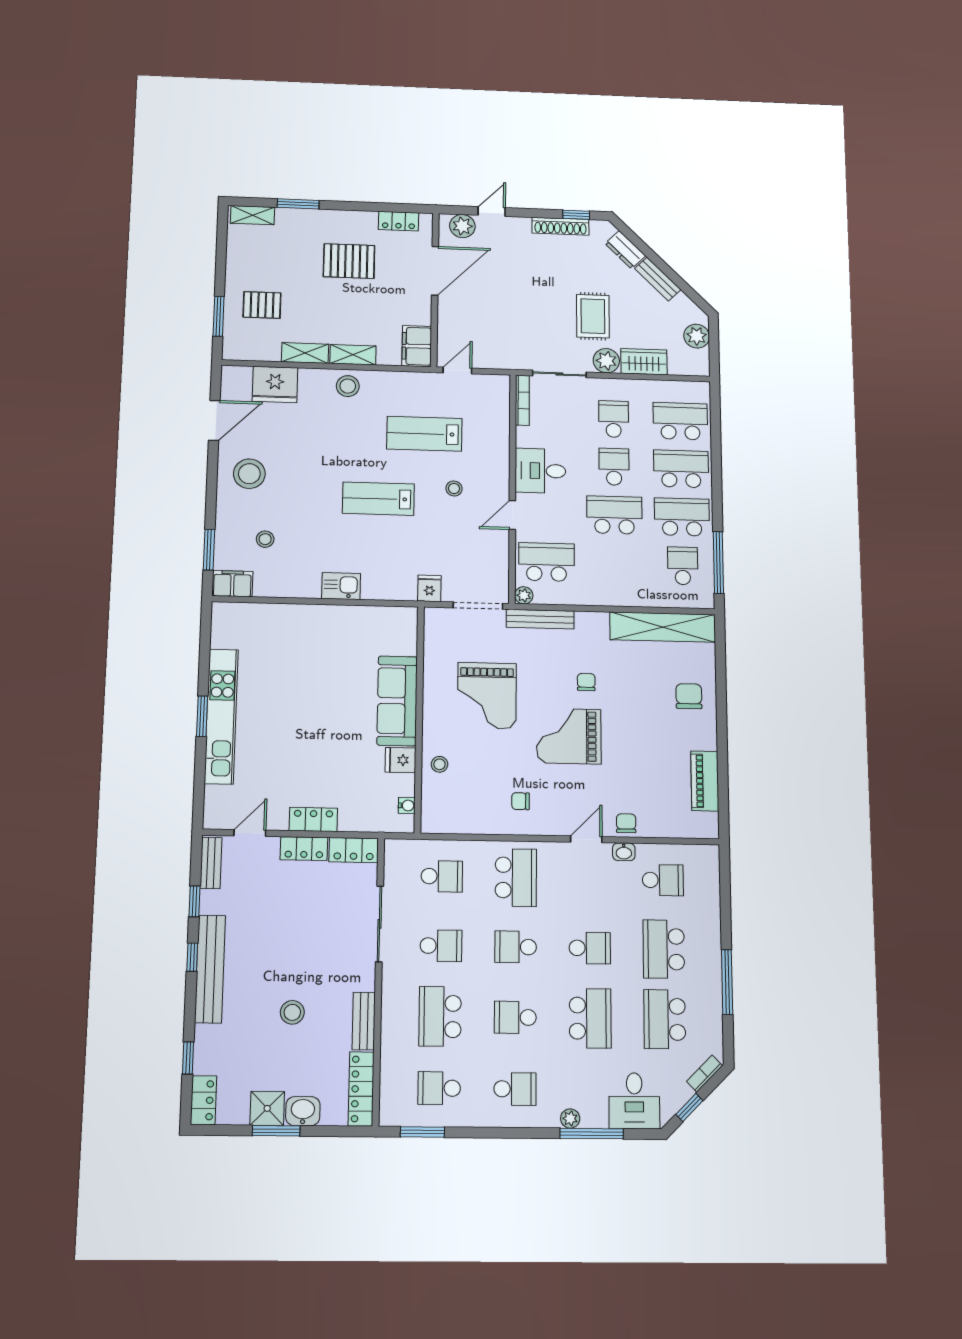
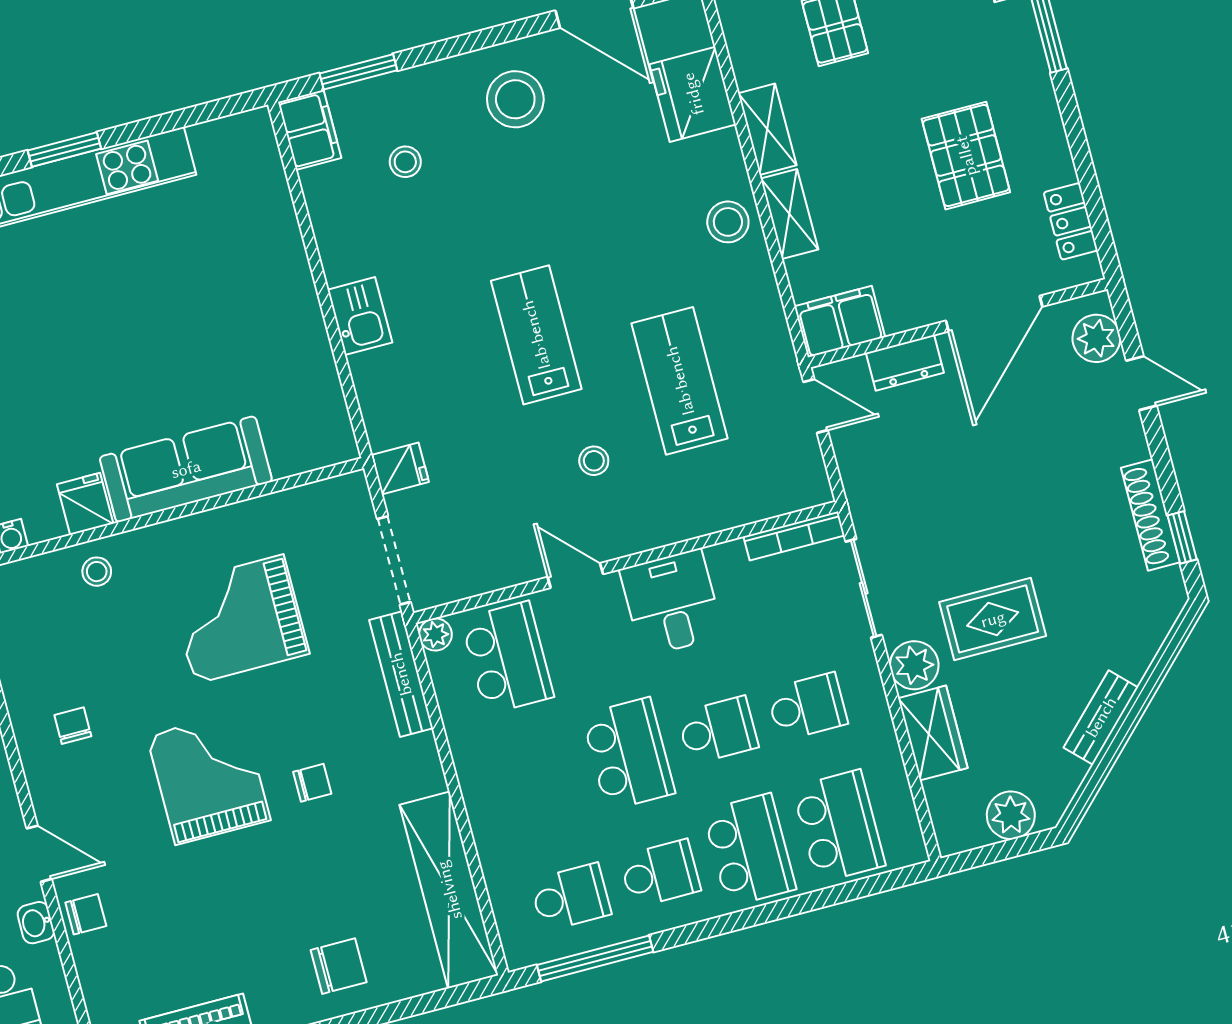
dresser: (625, 250) -> (905, 363), moved, turned -135
door: (435, 271) -> (994, 314), hinge flipped
school desk: (682, 517) -> (660, 874), width x0.54

